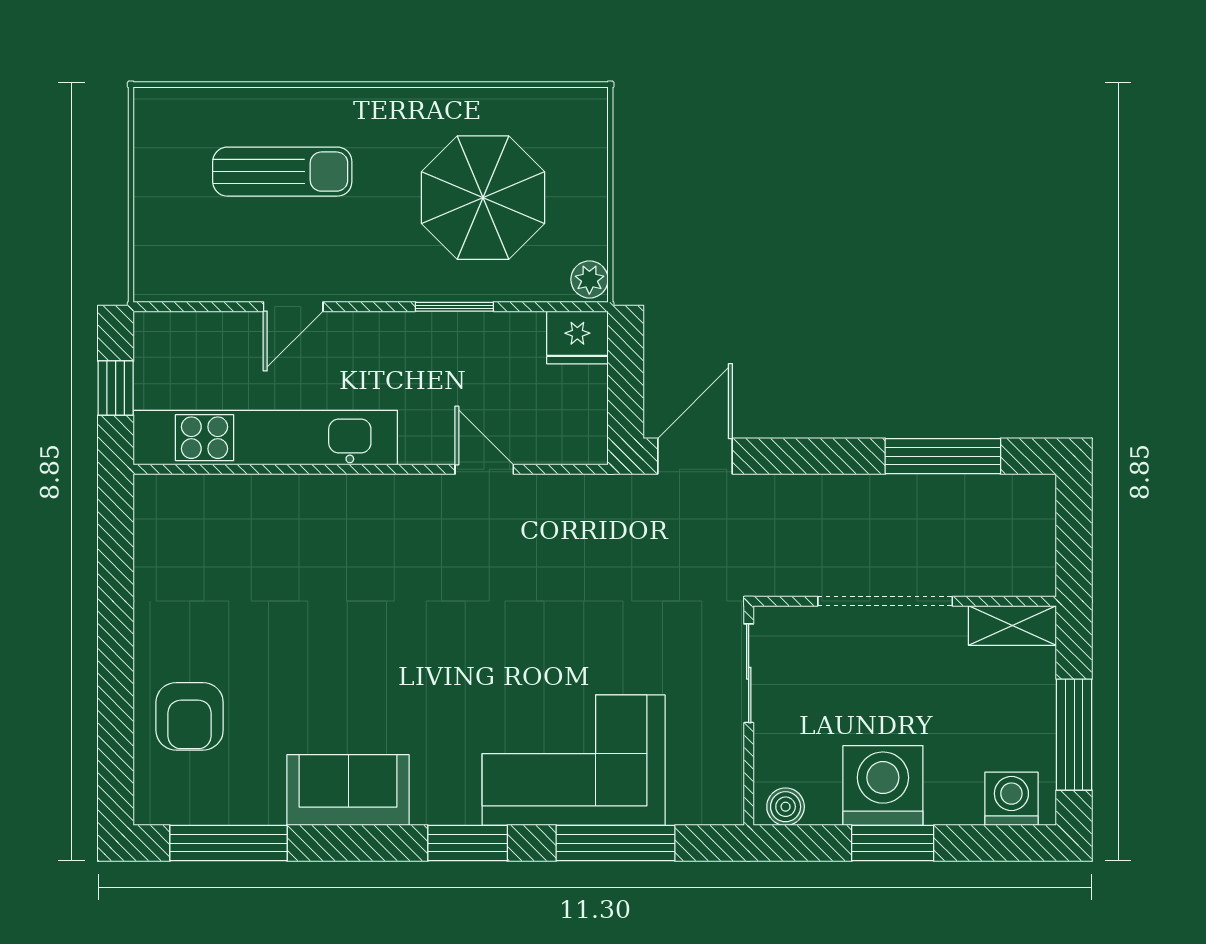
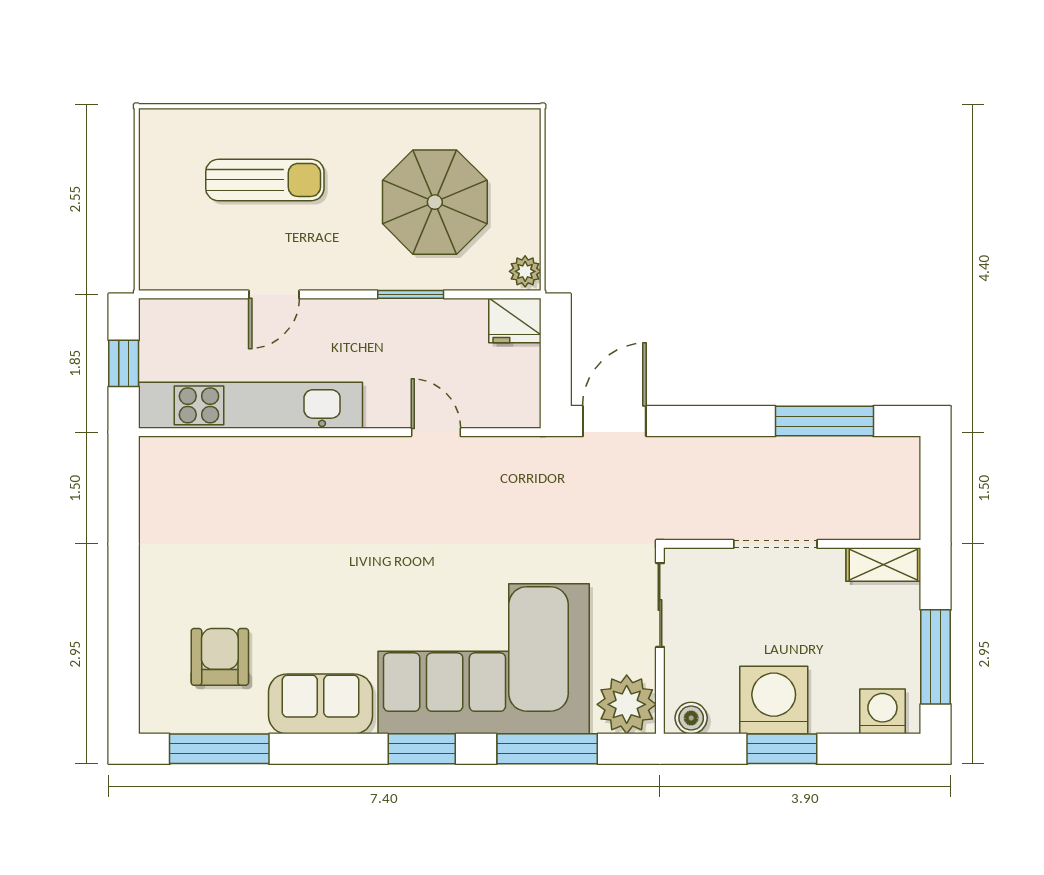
doorway: (885, 601) -> (775, 544), width x0.73
armchair: (190, 716) -> (220, 657), moved, turned 180
corner sofa: (574, 760) -> (484, 659), width x1.36, depth x1.36
plant: (709, 791) -> (627, 704), added

